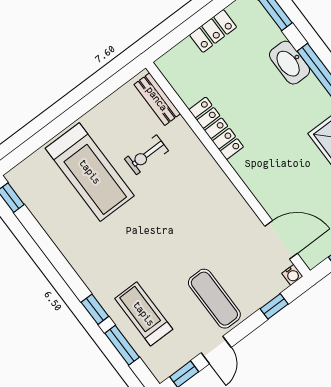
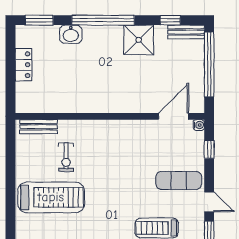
washbasin: (290, 63) -> (71, 34), width x0.72
locker: (216, 128) -> (81, 105), removed

